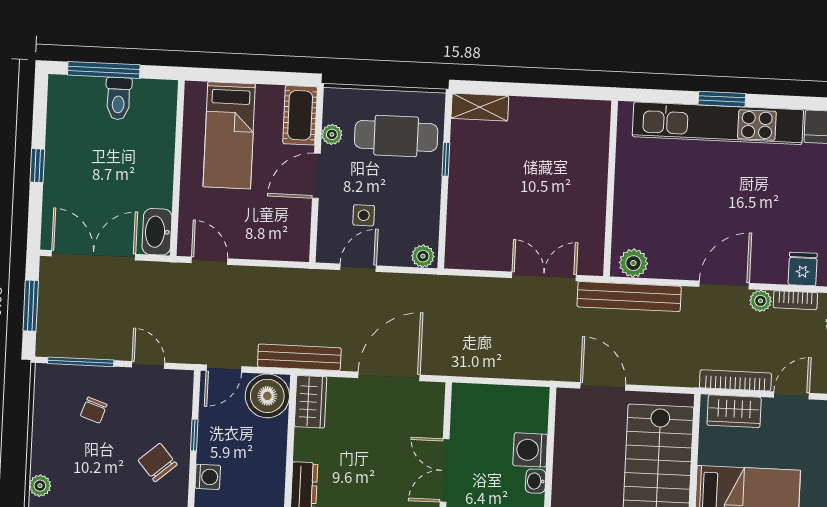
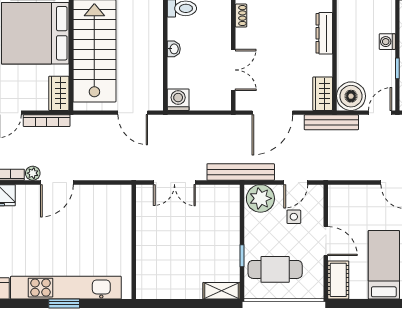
plant: (332, 134) -> (317, 268), removed
door: (316, 176) -> (326, 241), hinge flipped
plant: (423, 256) -> (260, 198), width x1.87, depth x1.87
plant: (633, 263) -> (117, 194), removed
bench: (629, 297) -> (241, 172), moved
wardrobe: (734, 411) -> (59, 93), moved, turned -90
washing machine: (530, 450) -> (178, 100), moved, turned -90
double door: (445, 471) -> (233, 70), moved

